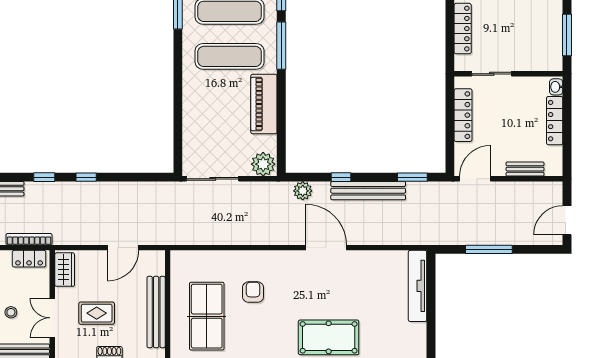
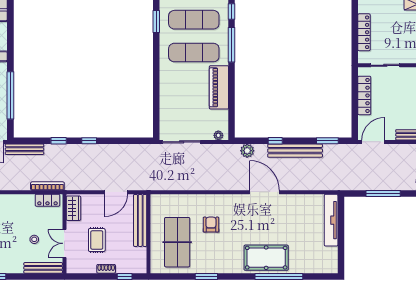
plant: (263, 164) -> (218, 135), width x0.53, depth x0.53
bench: (156, 312) -> (140, 220), moved
rug: (97, 313) -> (97, 240), turned 90

